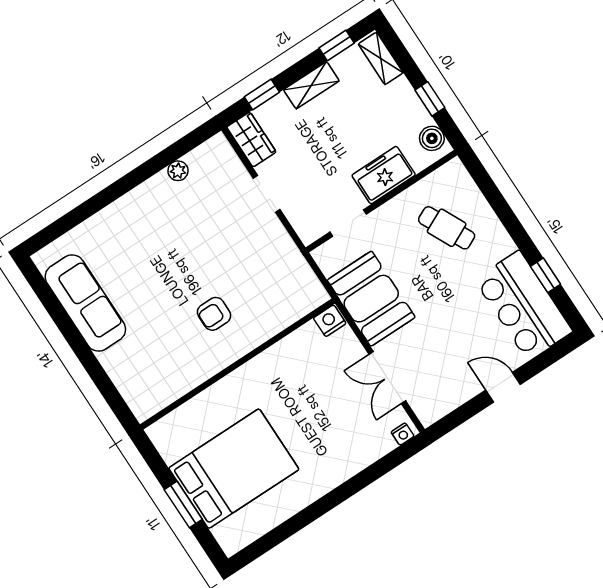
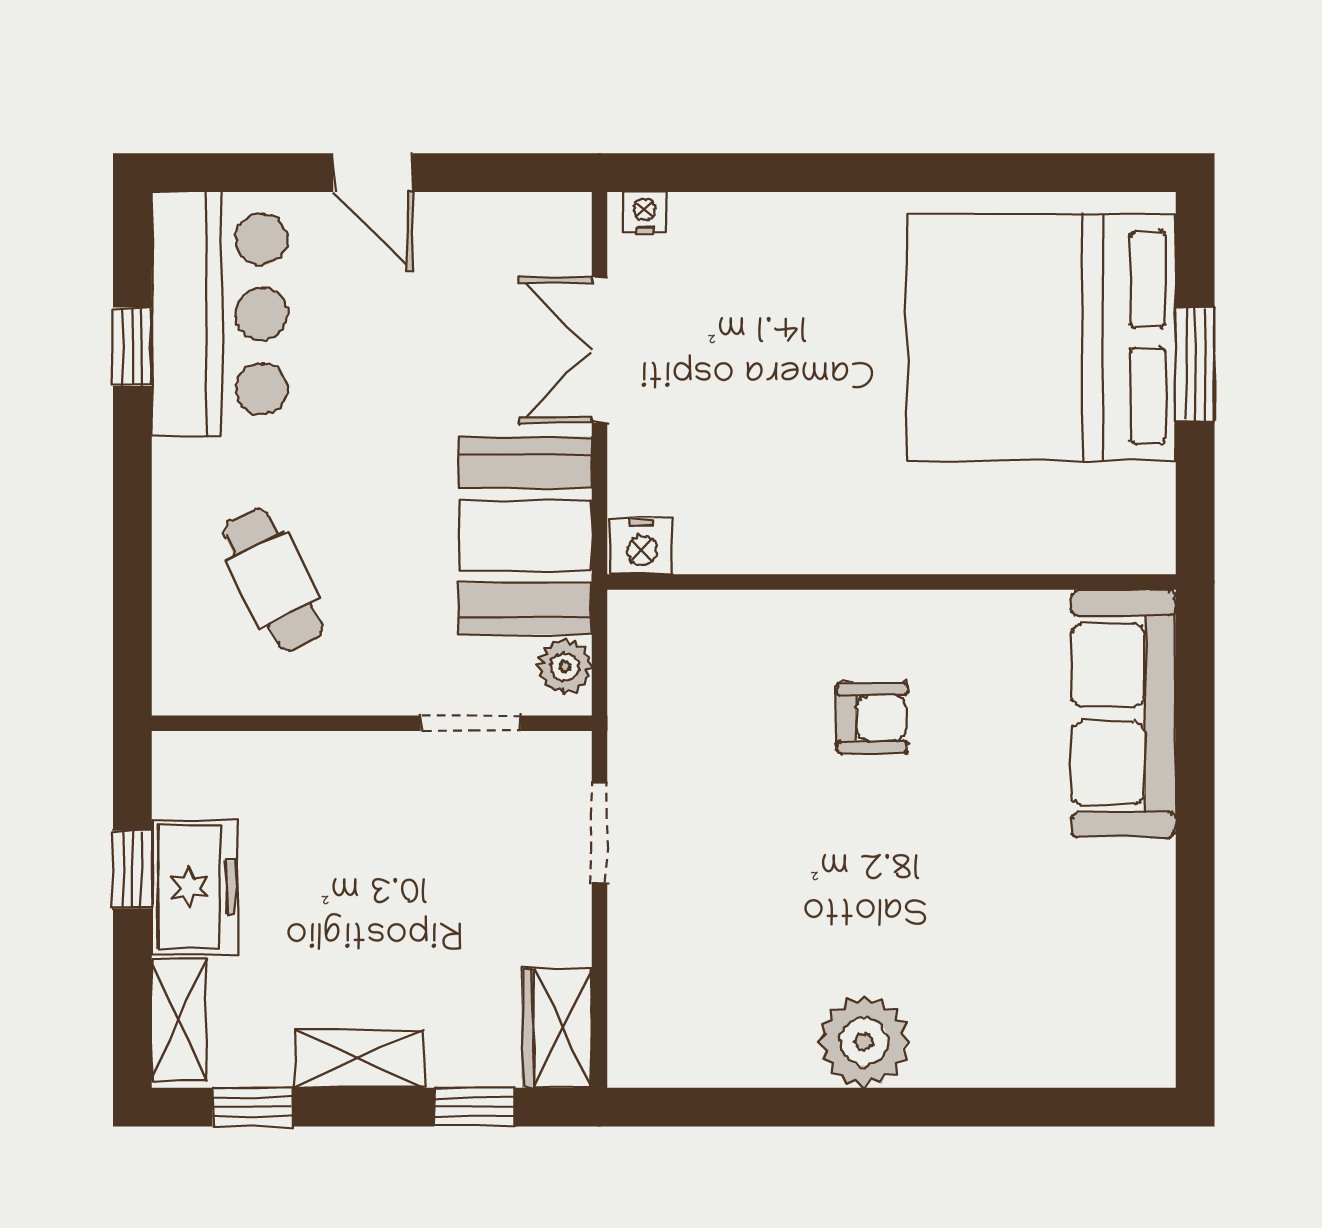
boiler: (432, 138) -> (182, 785), removed
plant: (178, 171) -> (864, 1042), moved, width x1.87, depth x1.87
freezer: (384, 175) -> (195, 887), moved, turned -90
doorway: (267, 194) -> (600, 833), moved
plant: (329, 263) -> (565, 667), added
sofa: (85, 303) -> (1124, 714), moved
double door: (387, 378) -> (600, 350), swing flipped
bed: (234, 469) -> (1041, 337), width x1.36

